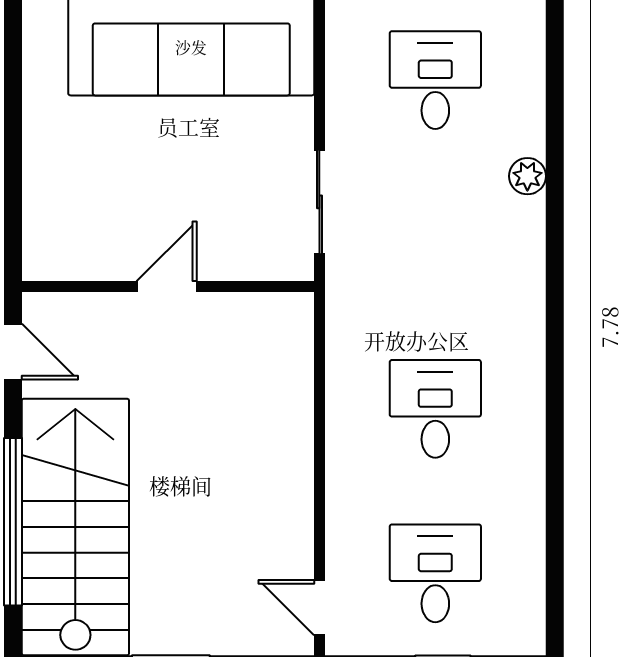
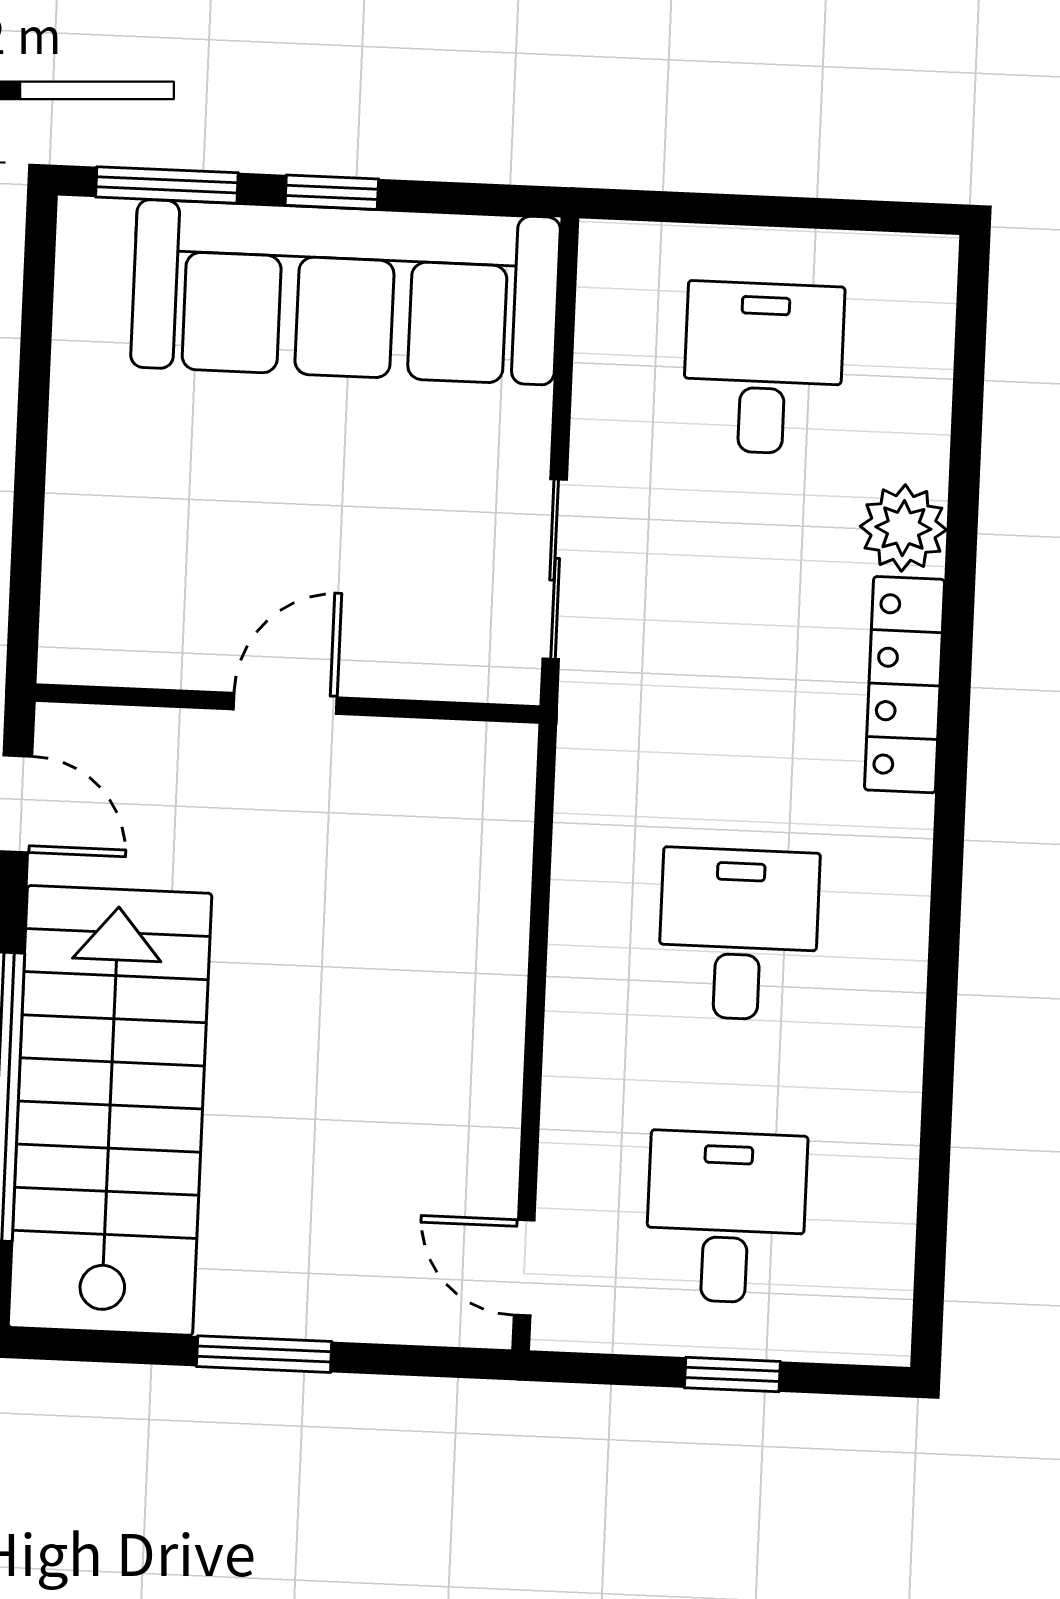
plant: (527, 176) -> (903, 528), width x1.38, depth x1.38
locker: (525, 260) -> (905, 685), added

